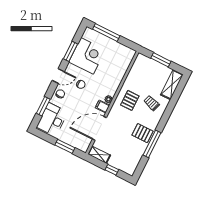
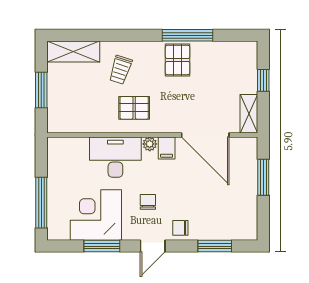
door: (58, 76) -> (153, 246), swing flipped
desk: (52, 120) -> (115, 157), moved, turned 180

